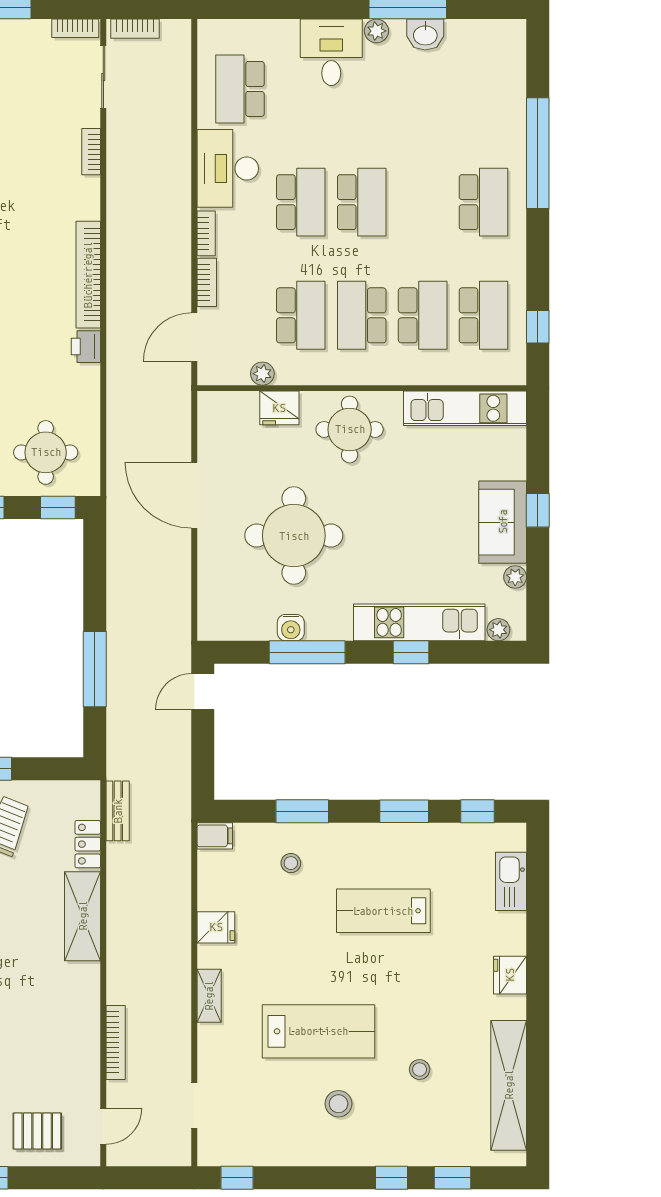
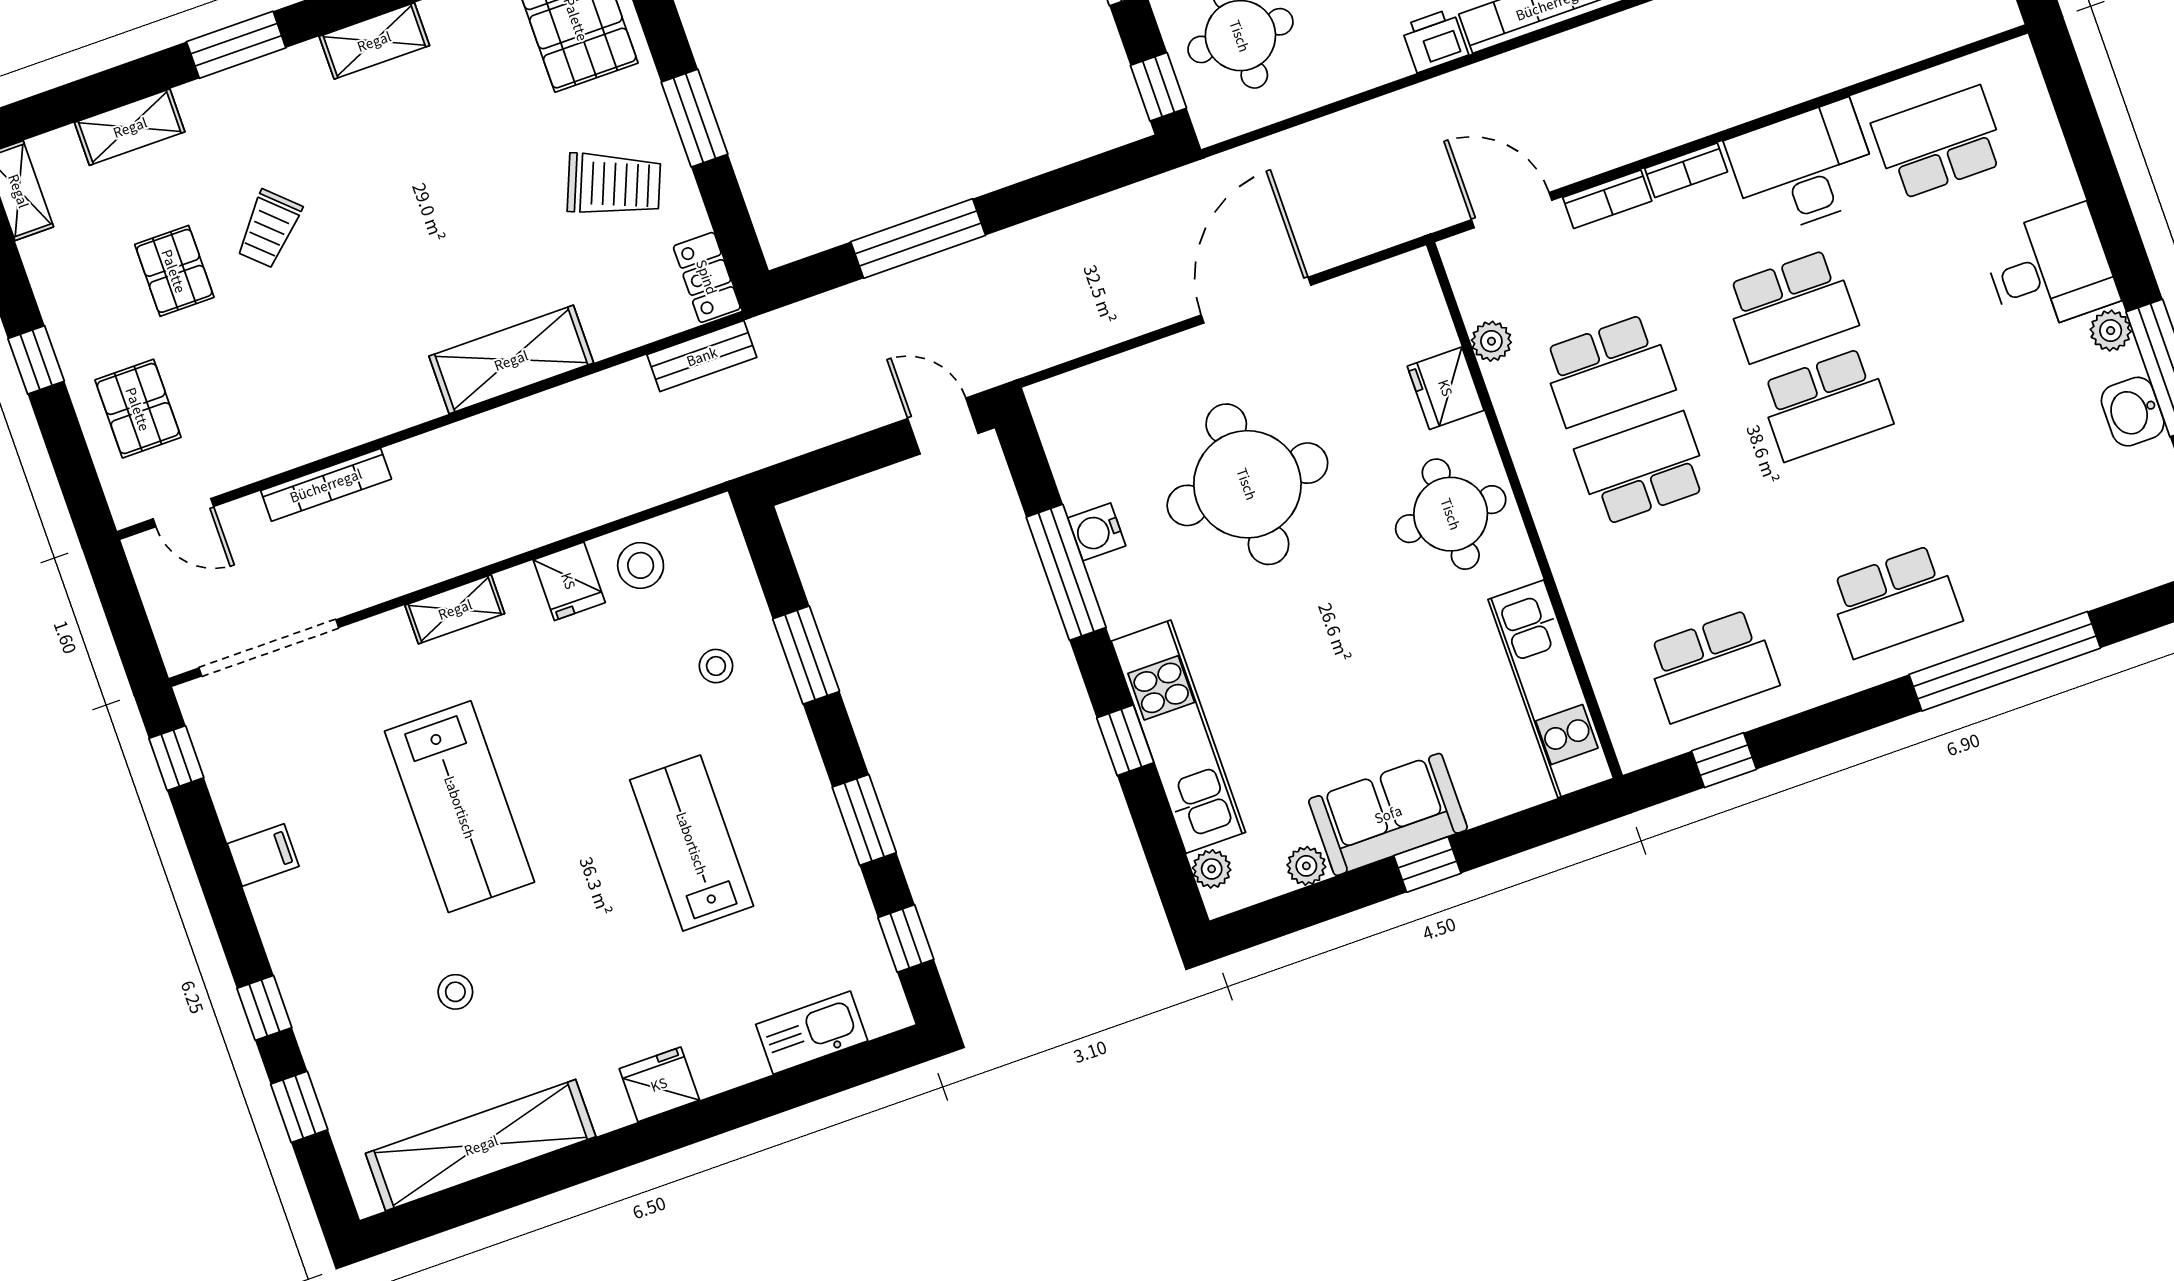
school desk: (423, 315) -> (1677, 567), removed
filing cabinet: (215, 836) -> (263, 855), moved, turned -90
locker: (88, 844) -> (707, 277), moved, turned -90
stool: (339, 1104) -> (641, 565), moved
doorway: (194, 1105) -> (269, 648), width x1.88

